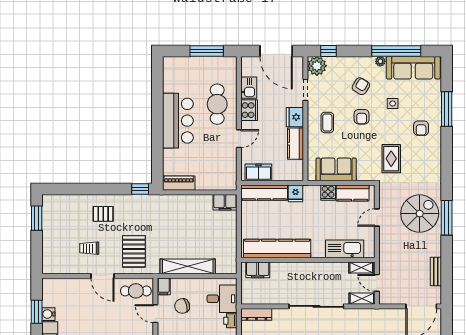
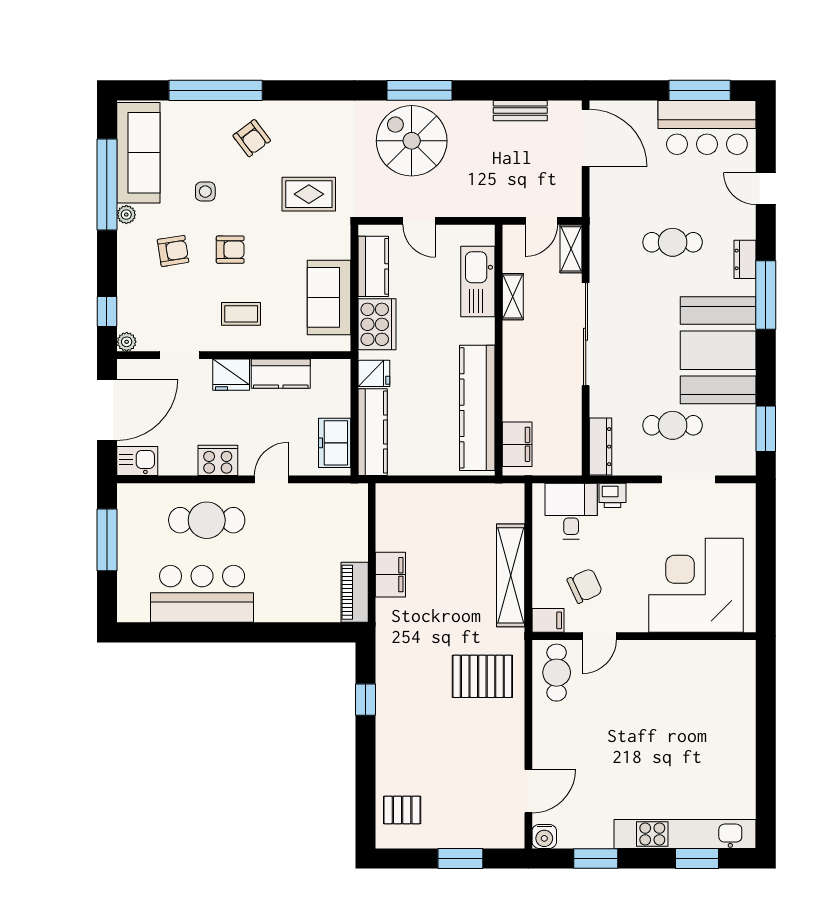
plant: (317, 66) -> (127, 342), width x0.53, depth x0.53
armchair: (361, 86) -> (173, 251), turned 139
kitchen sink: (249, 88) -> (137, 461), moved
window: (447, 109) -> (216, 90), width x1.46
bar counter: (178, 121) -> (202, 594), moved
armchair: (421, 128) -> (252, 138), turned 53
door: (239, 139) -> (271, 479), hinge flipped
window: (140, 189) -> (366, 700), moved
cooker: (328, 193) -> (377, 324), width x1.87, depth x1.31
filing cabinet: (225, 202) -> (390, 575), moved
pallet: (103, 214) -> (402, 810), moved, turned 90
window: (37, 218) -> (460, 859), moved
trolley: (89, 248) -> (476, 760), removed
shelving: (361, 267) -> (513, 297), moved
door: (102, 276) -> (528, 791), moved
chair: (182, 306) -> (585, 586), turned -100
water cooler: (48, 314) -> (544, 836), moved

